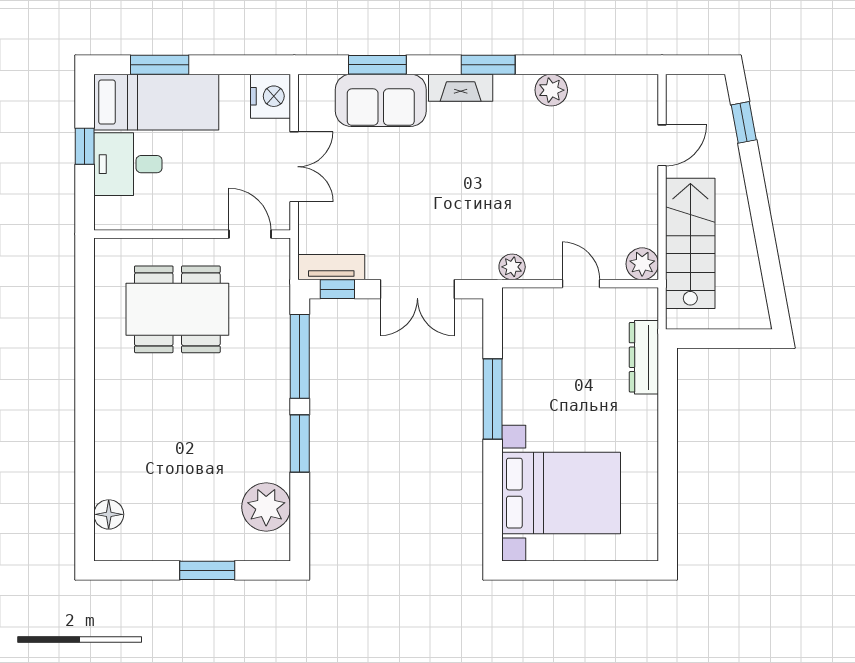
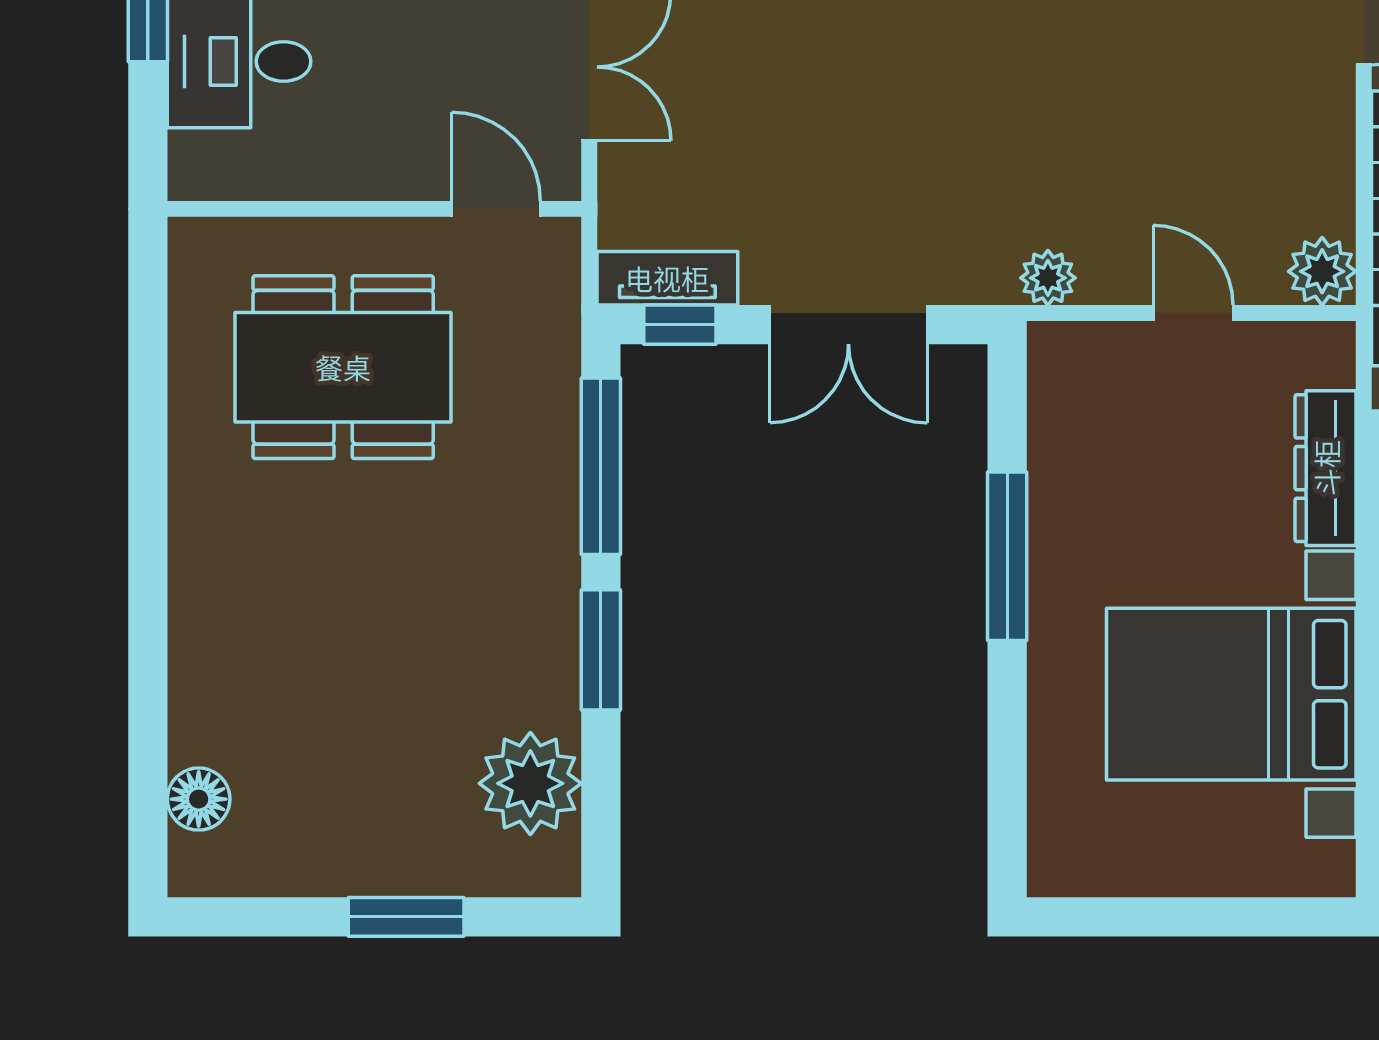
bed with nightstands: (561, 493) -> (1231, 694), moved, turned 180

